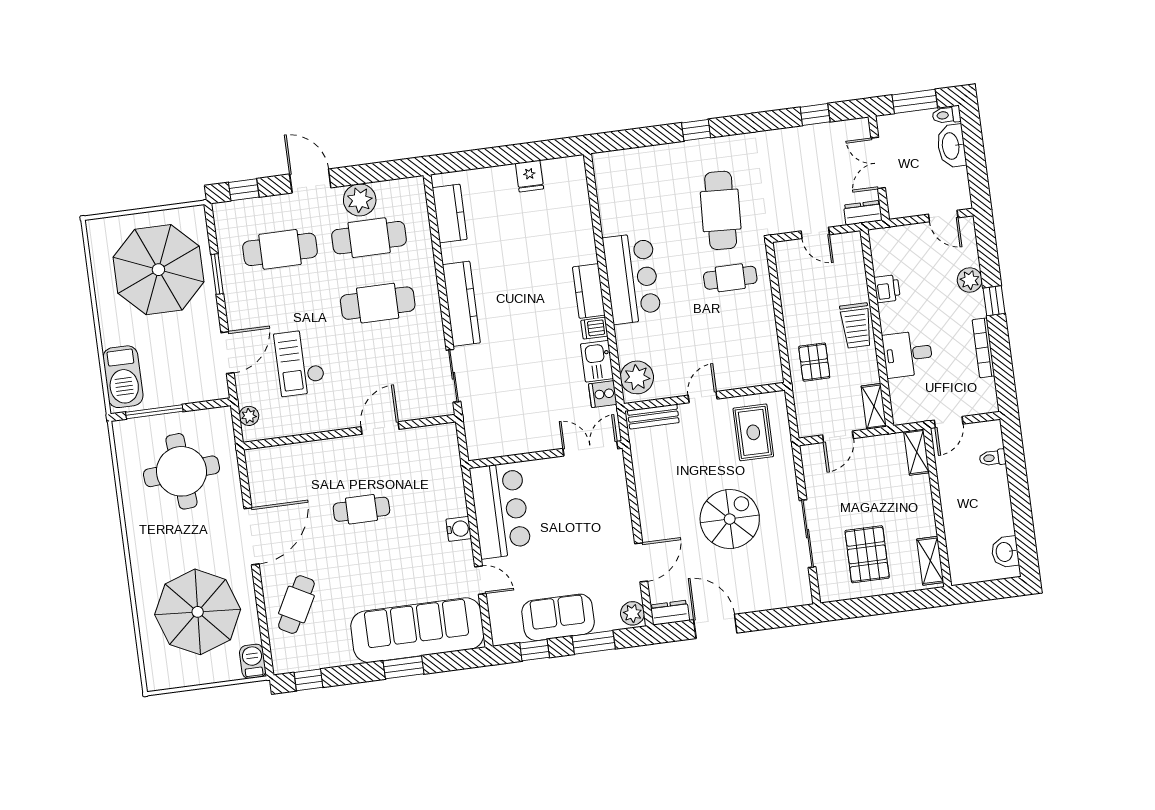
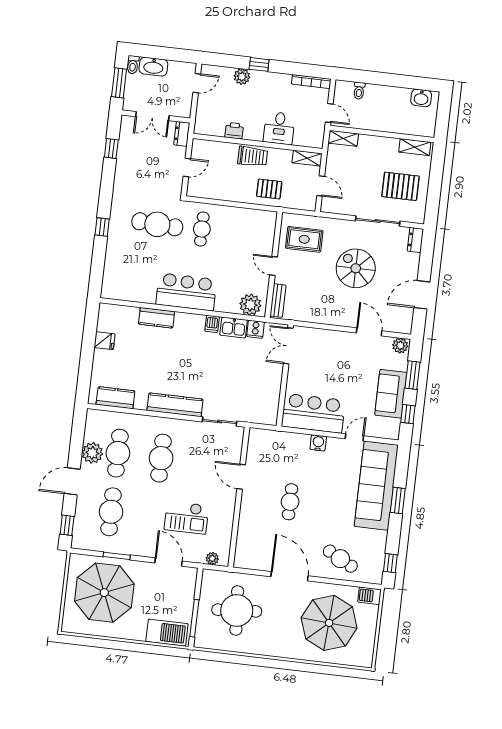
kitchen counter: (589, 291) -> (157, 318), moved
bookcase: (983, 348) -> (311, 82), moved
dresser: (670, 613) -> (415, 240), moved

